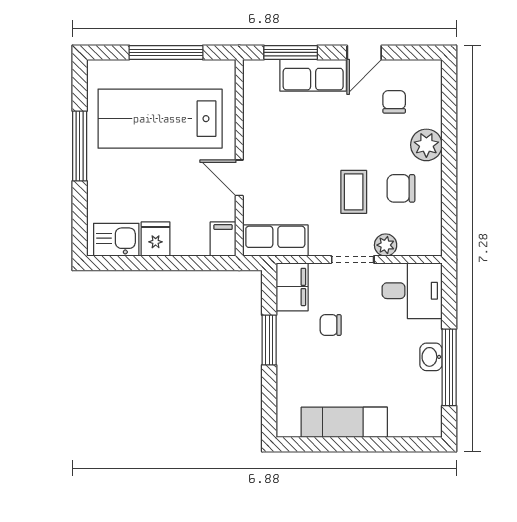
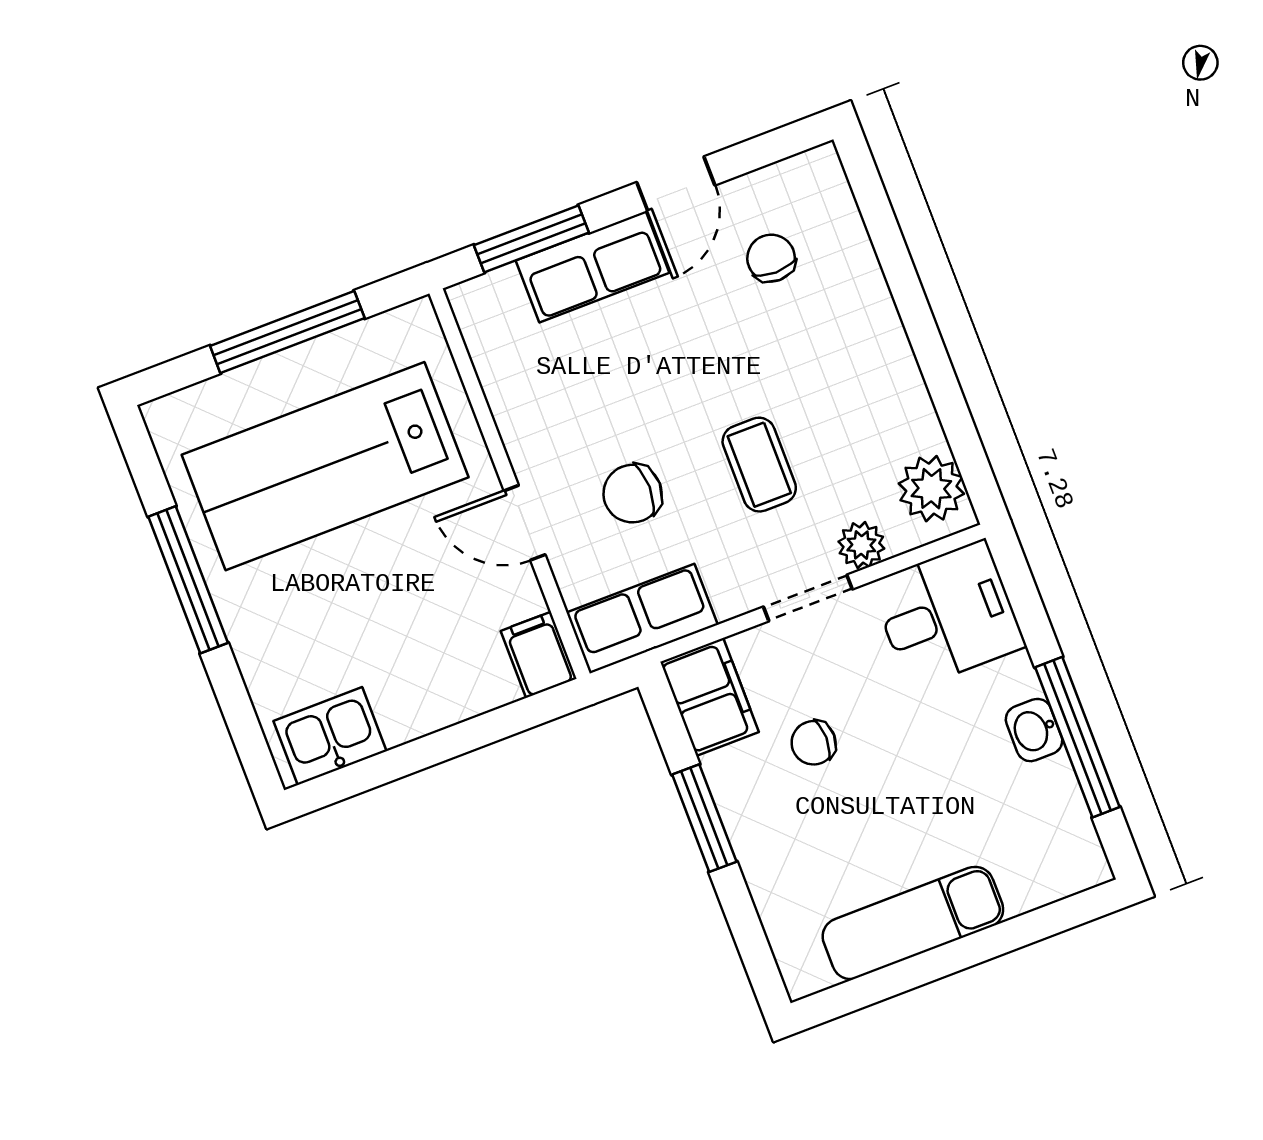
plant: (426, 145) -> (931, 489), moved
chair: (401, 188) -> (633, 494), moved
fridge: (156, 239) -> (406, 705), removed

